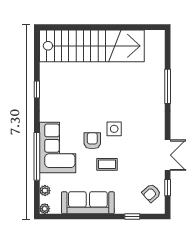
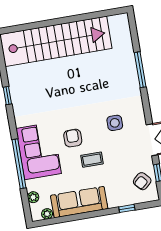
side table: (114, 129) -> (115, 123), moved
plant: (45, 209) -> (47, 214), moved

